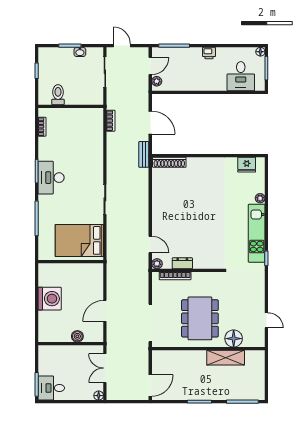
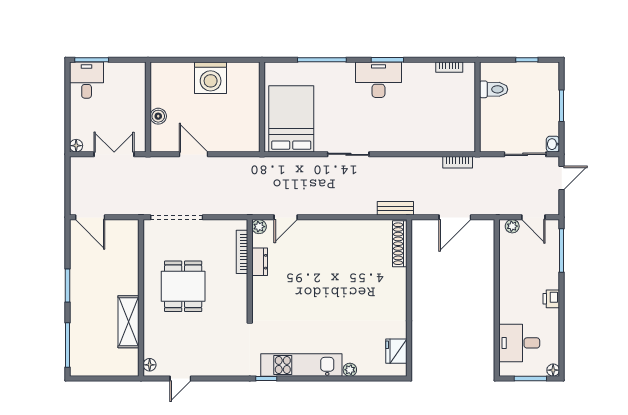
washbasin: (80, 52) -> (553, 144), moved
bench: (144, 154) -> (395, 208), moved
dining table: (200, 318) -> (183, 286), width x0.73
floor lamp: (234, 339) -> (150, 365), moved, width x0.53, depth x0.53

